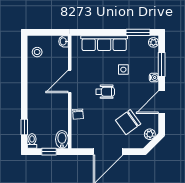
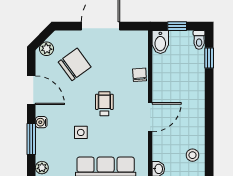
wheelchair: (105, 92) -> (104, 104), turned 90
door: (162, 102) -> (31, 90), hinge flipped

